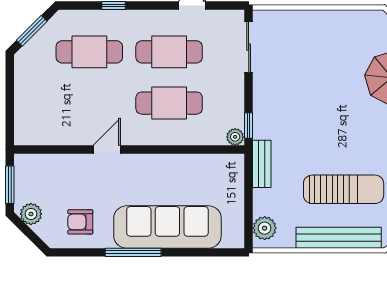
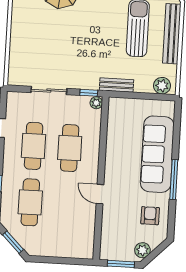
sliding door: (249, 47) -> (49, 90), moved
armchair: (80, 222) -> (150, 216), turned 180

